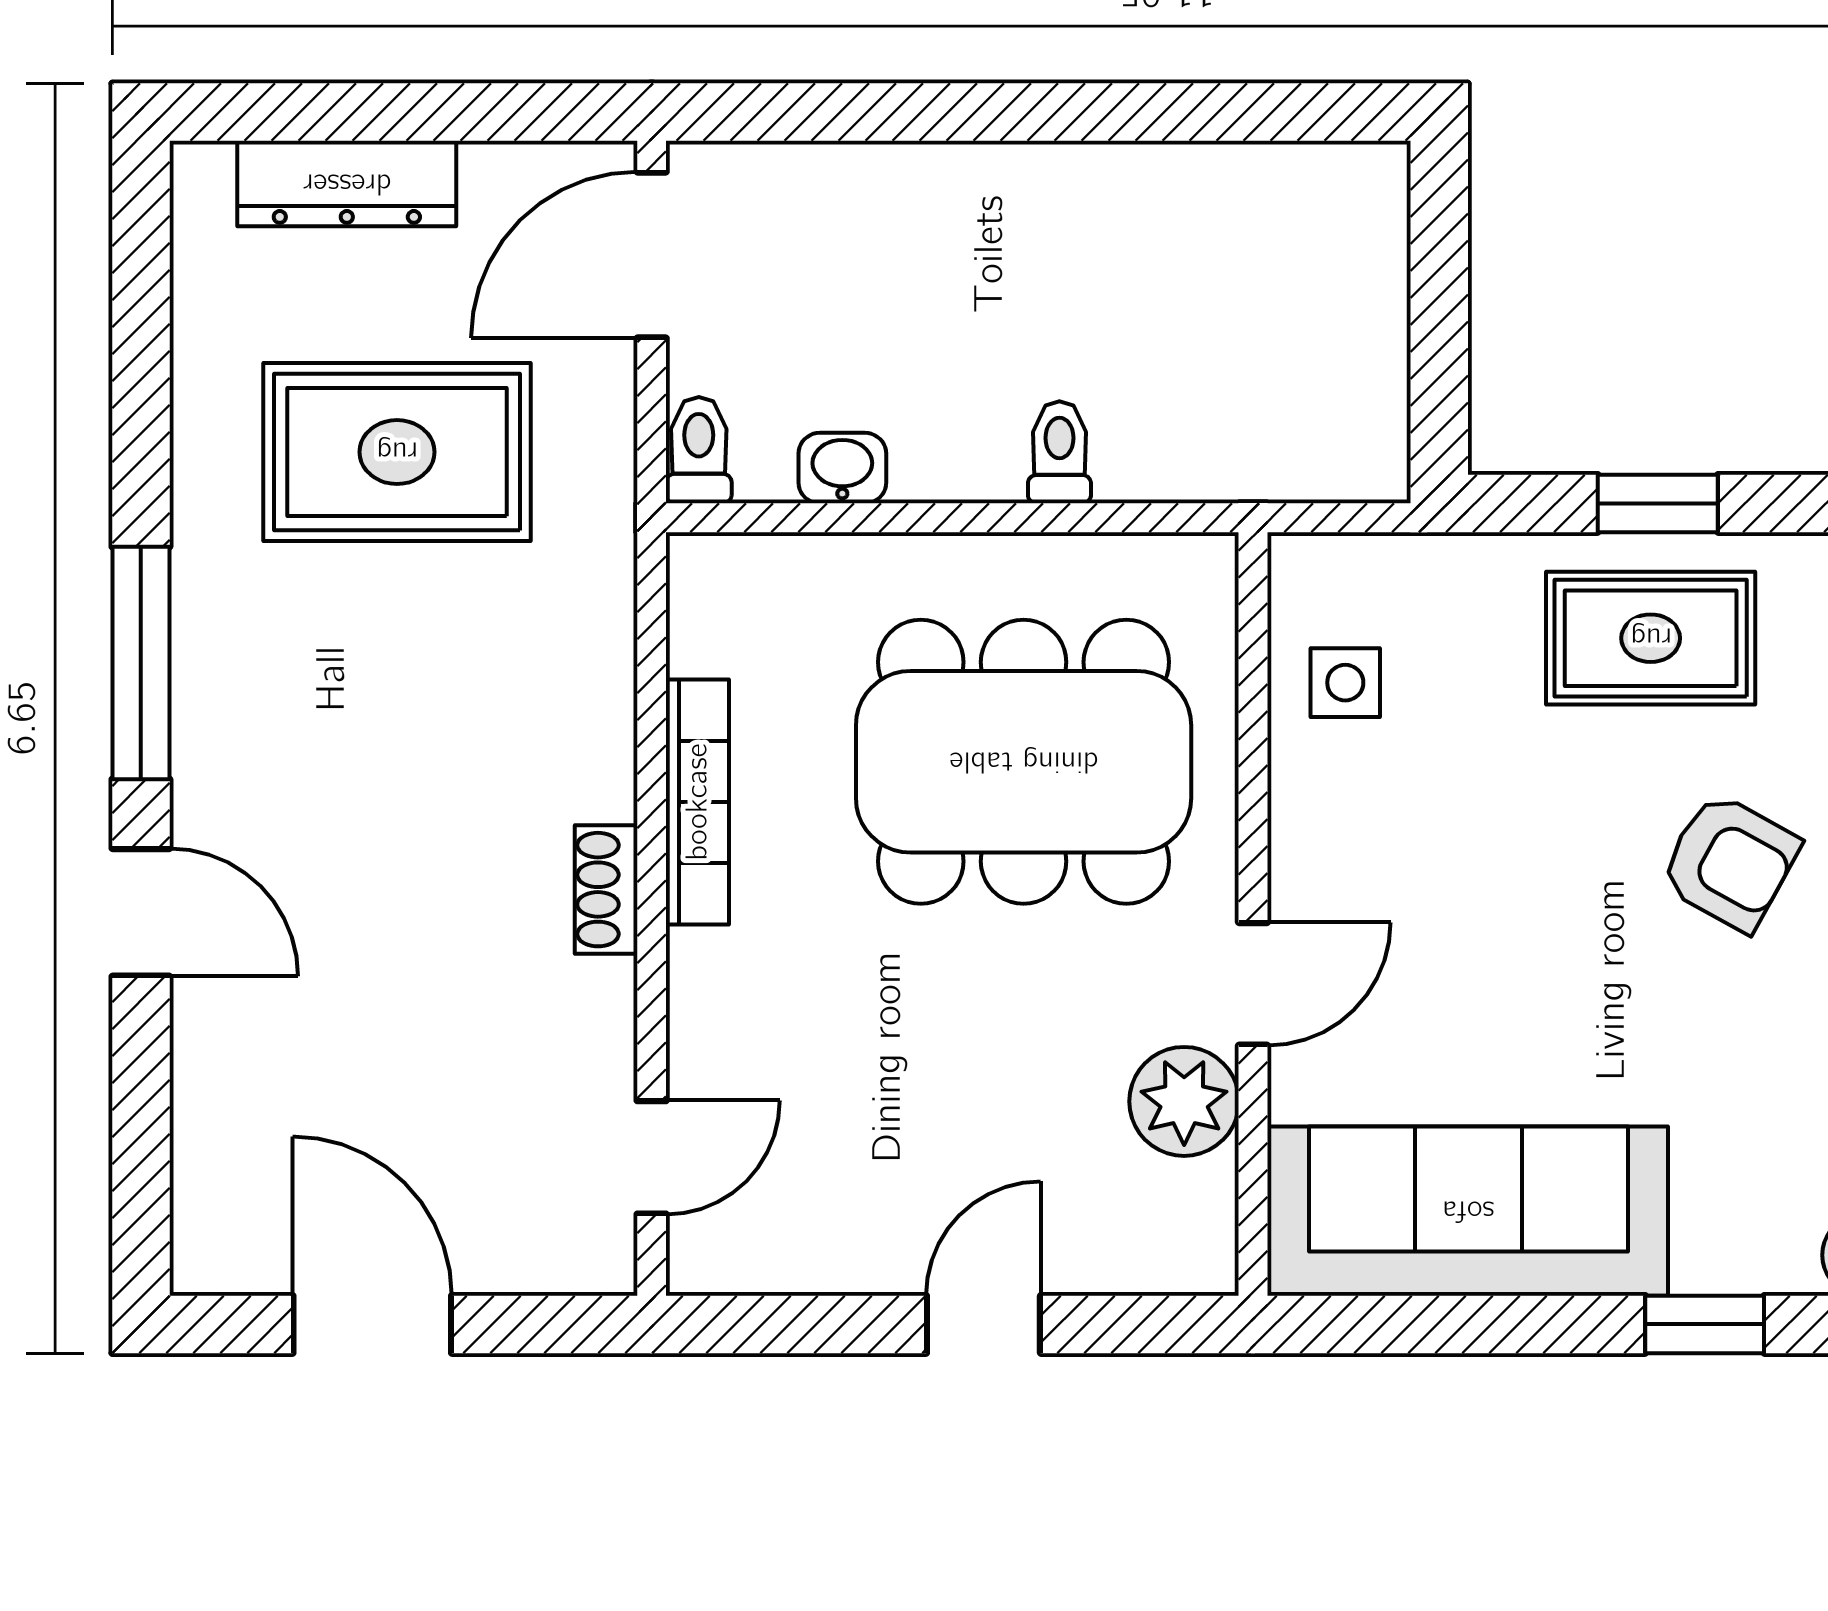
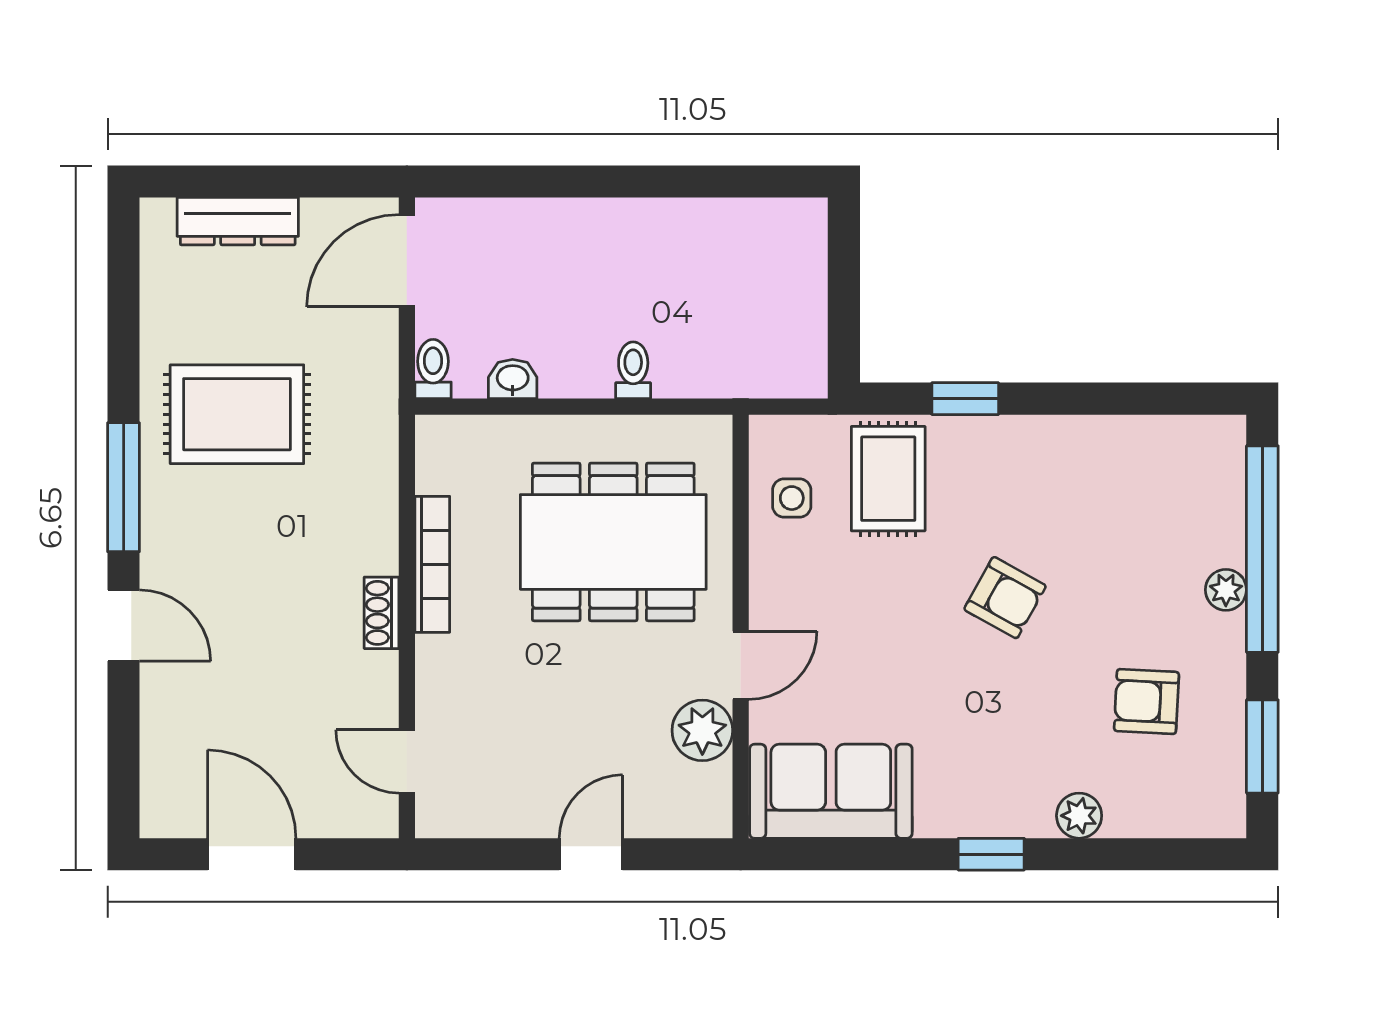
rug: (397, 452) -> (237, 414), moved
rug: (1651, 638) -> (888, 479), moved, turned 90
door: (652, 1157) -> (407, 761), swing flipped
sofa: (1468, 1211) -> (831, 791), width x0.73

